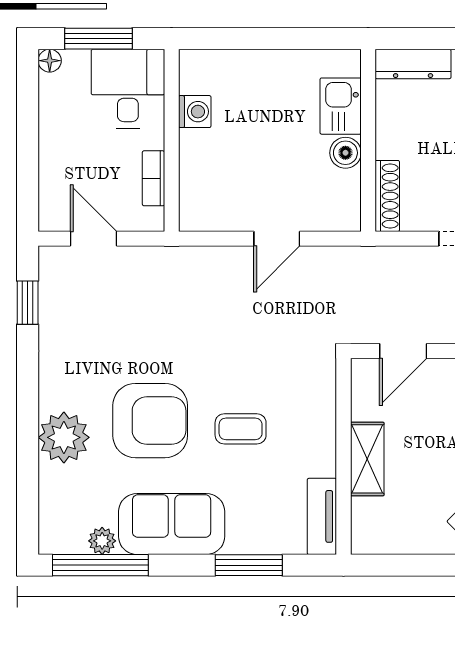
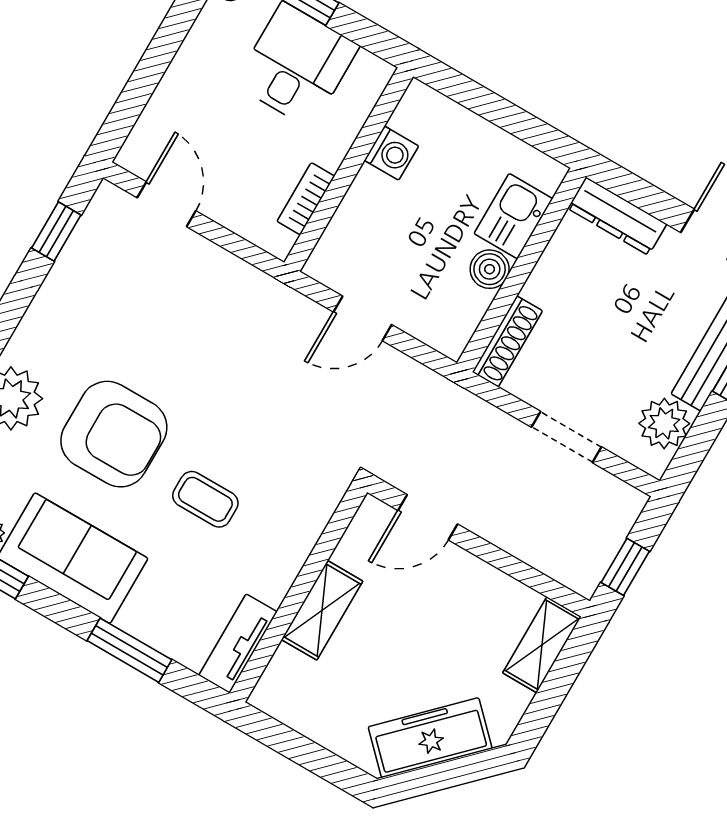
washing machine: (195, 112) -> (391, 153), moved
wall: (172, 140) -> (349, 169), moved
bookcase: (153, 178) -> (306, 199), moved

